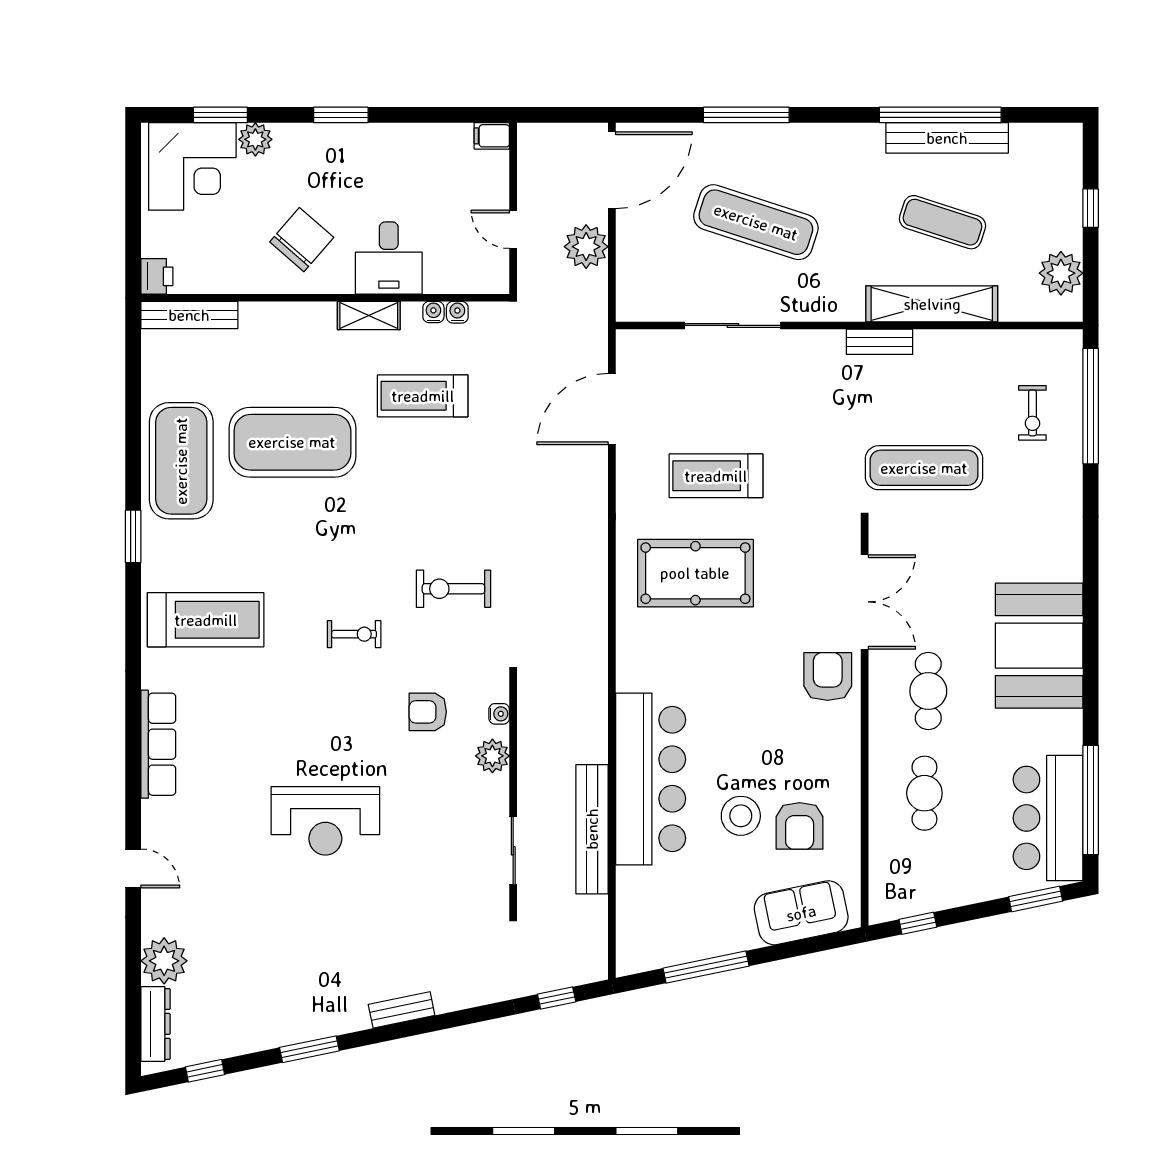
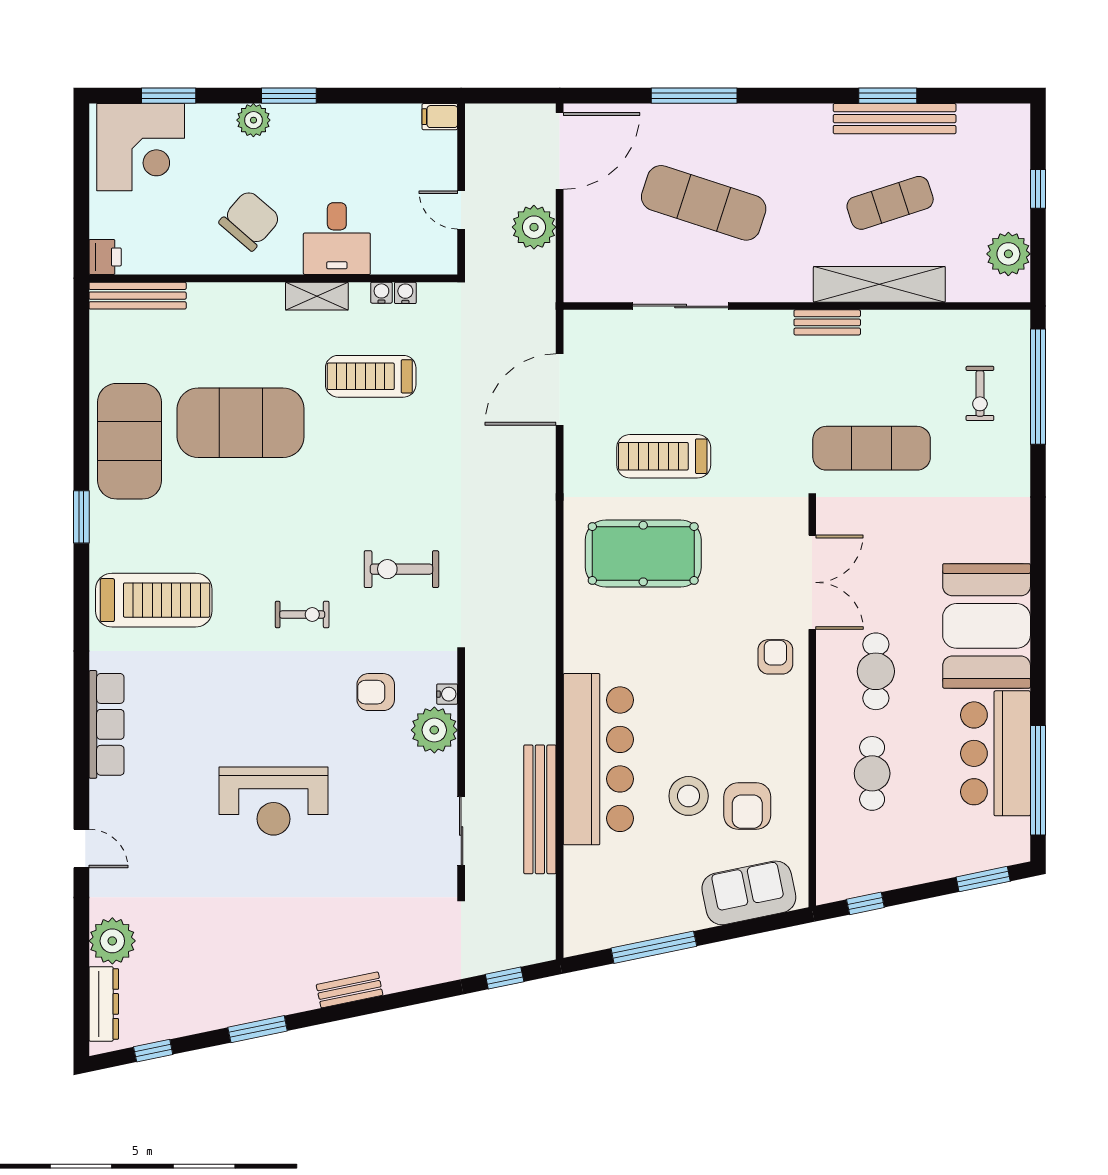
window: (940, 115) -> (888, 96), width x0.47
plant: (255, 139) -> (253, 120), moved
exercise mat: (942, 222) -> (890, 203), turned -36
armchair: (828, 677) -> (775, 657), width x0.72, depth x0.72
plant: (492, 756) -> (434, 730), width x1.36, depth x1.36
bar counter: (1048, 818) -> (996, 753), moved

